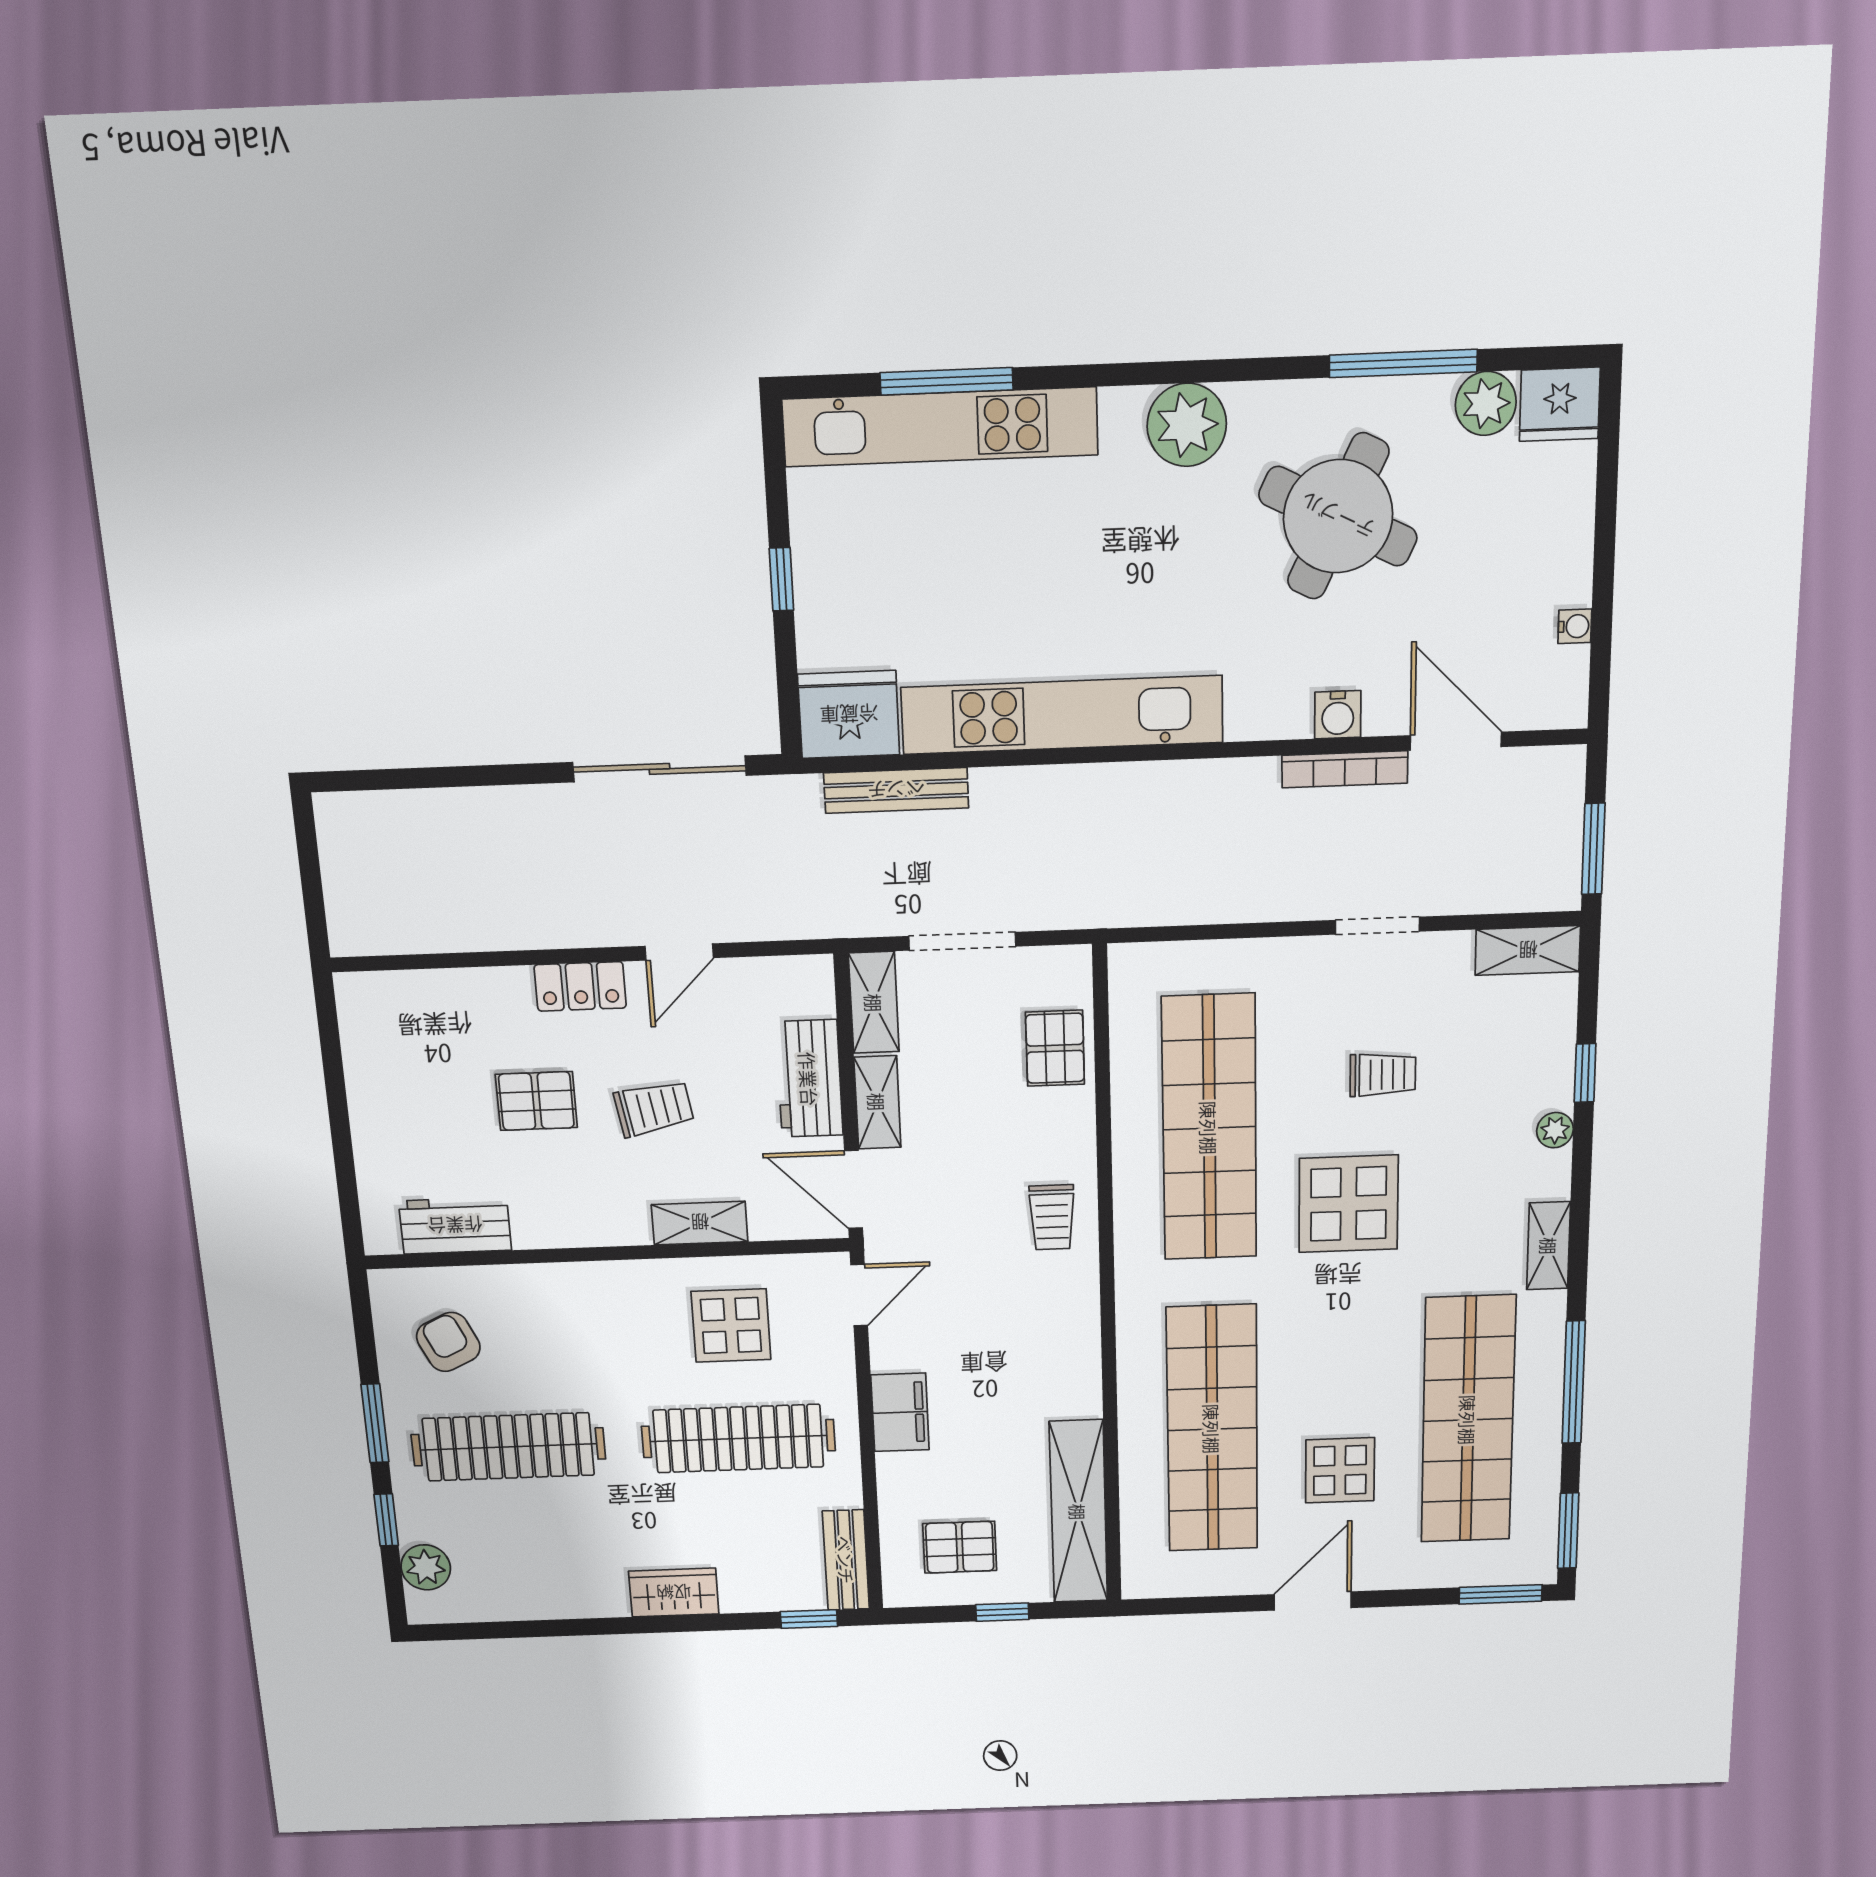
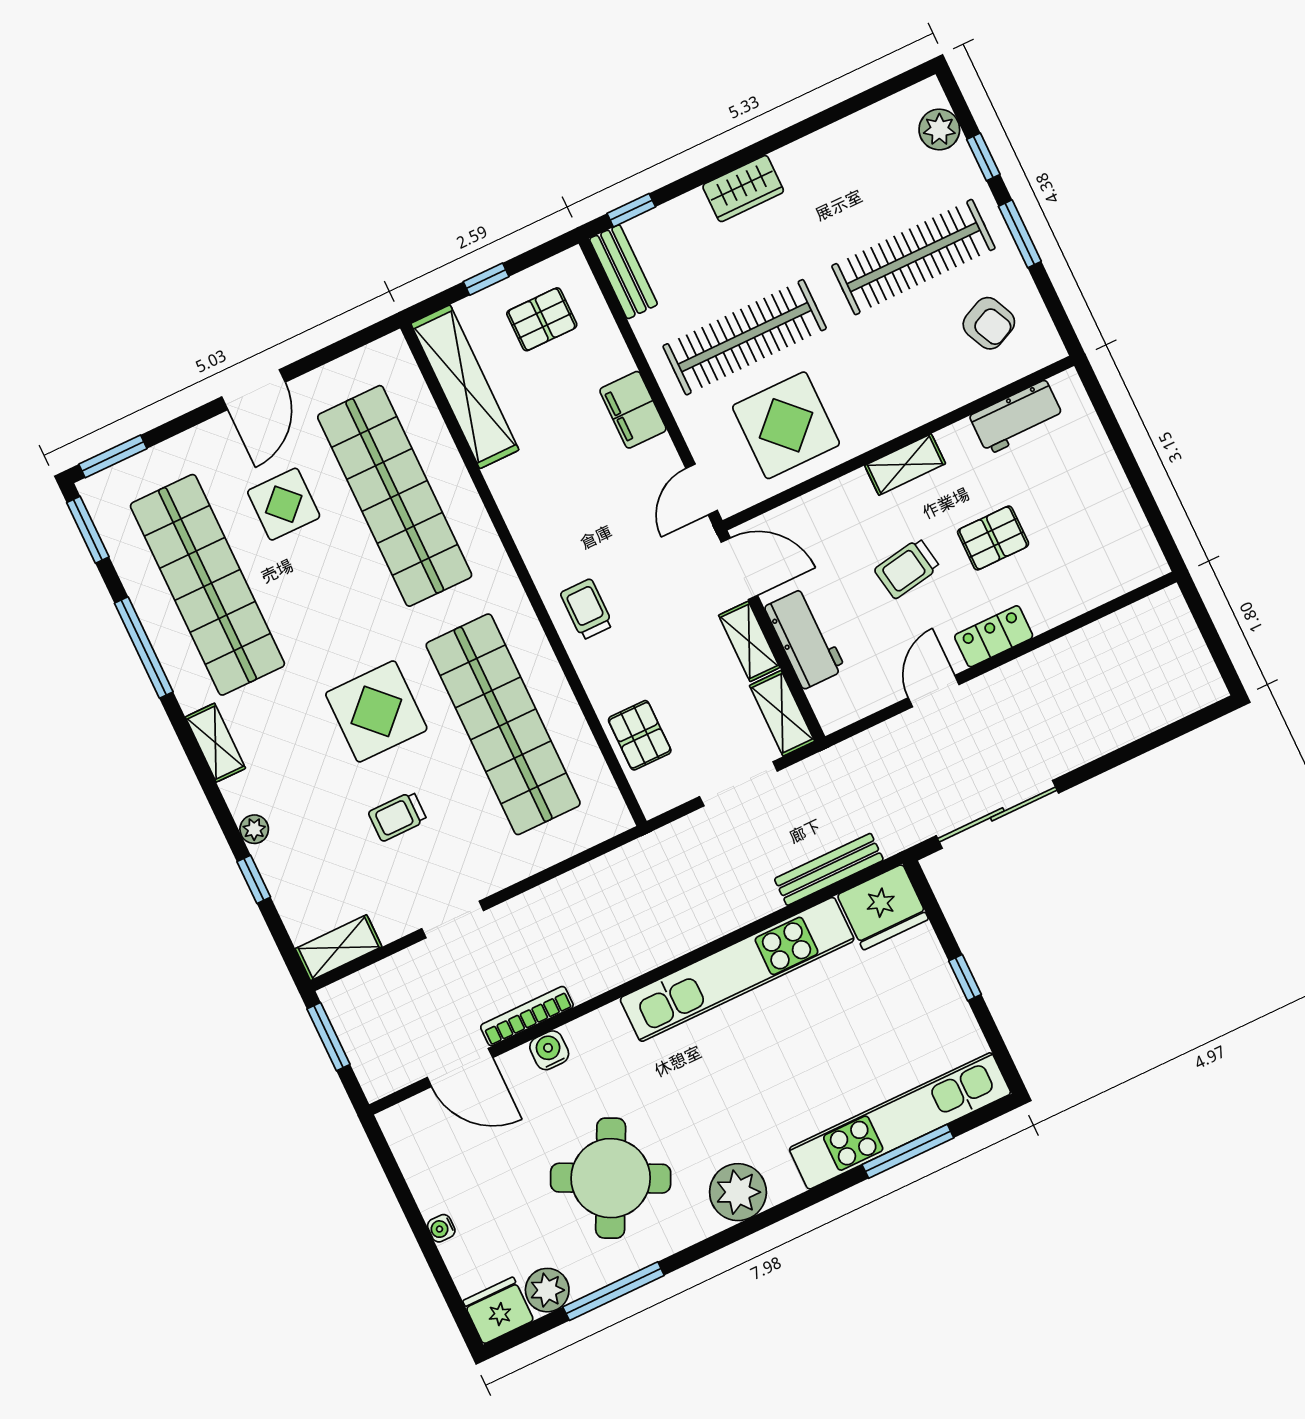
water cooler: (1575, 626) -> (441, 1228), moved
shelving: (700, 1223) -> (905, 465), moved
display table: (731, 1325) -> (786, 425), width x1.36, depth x1.36

